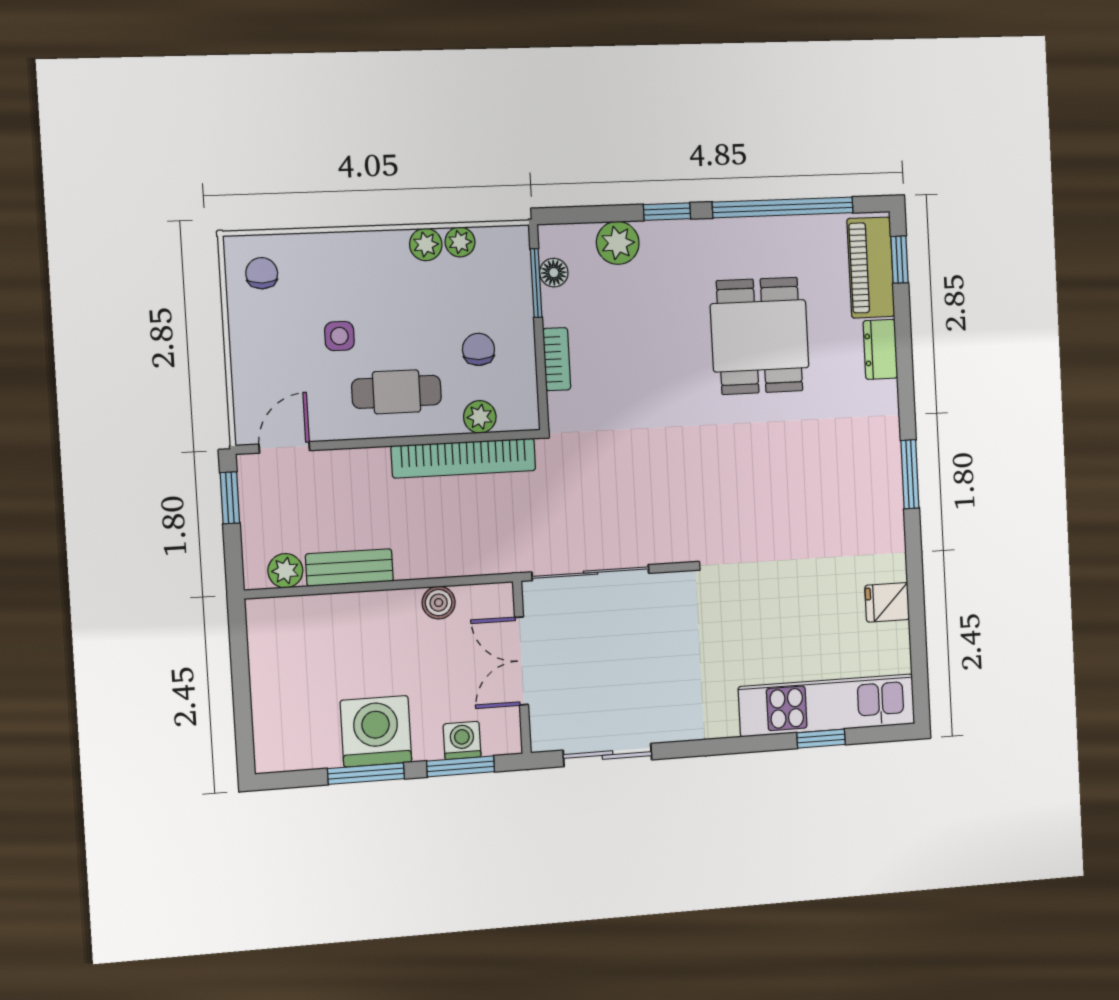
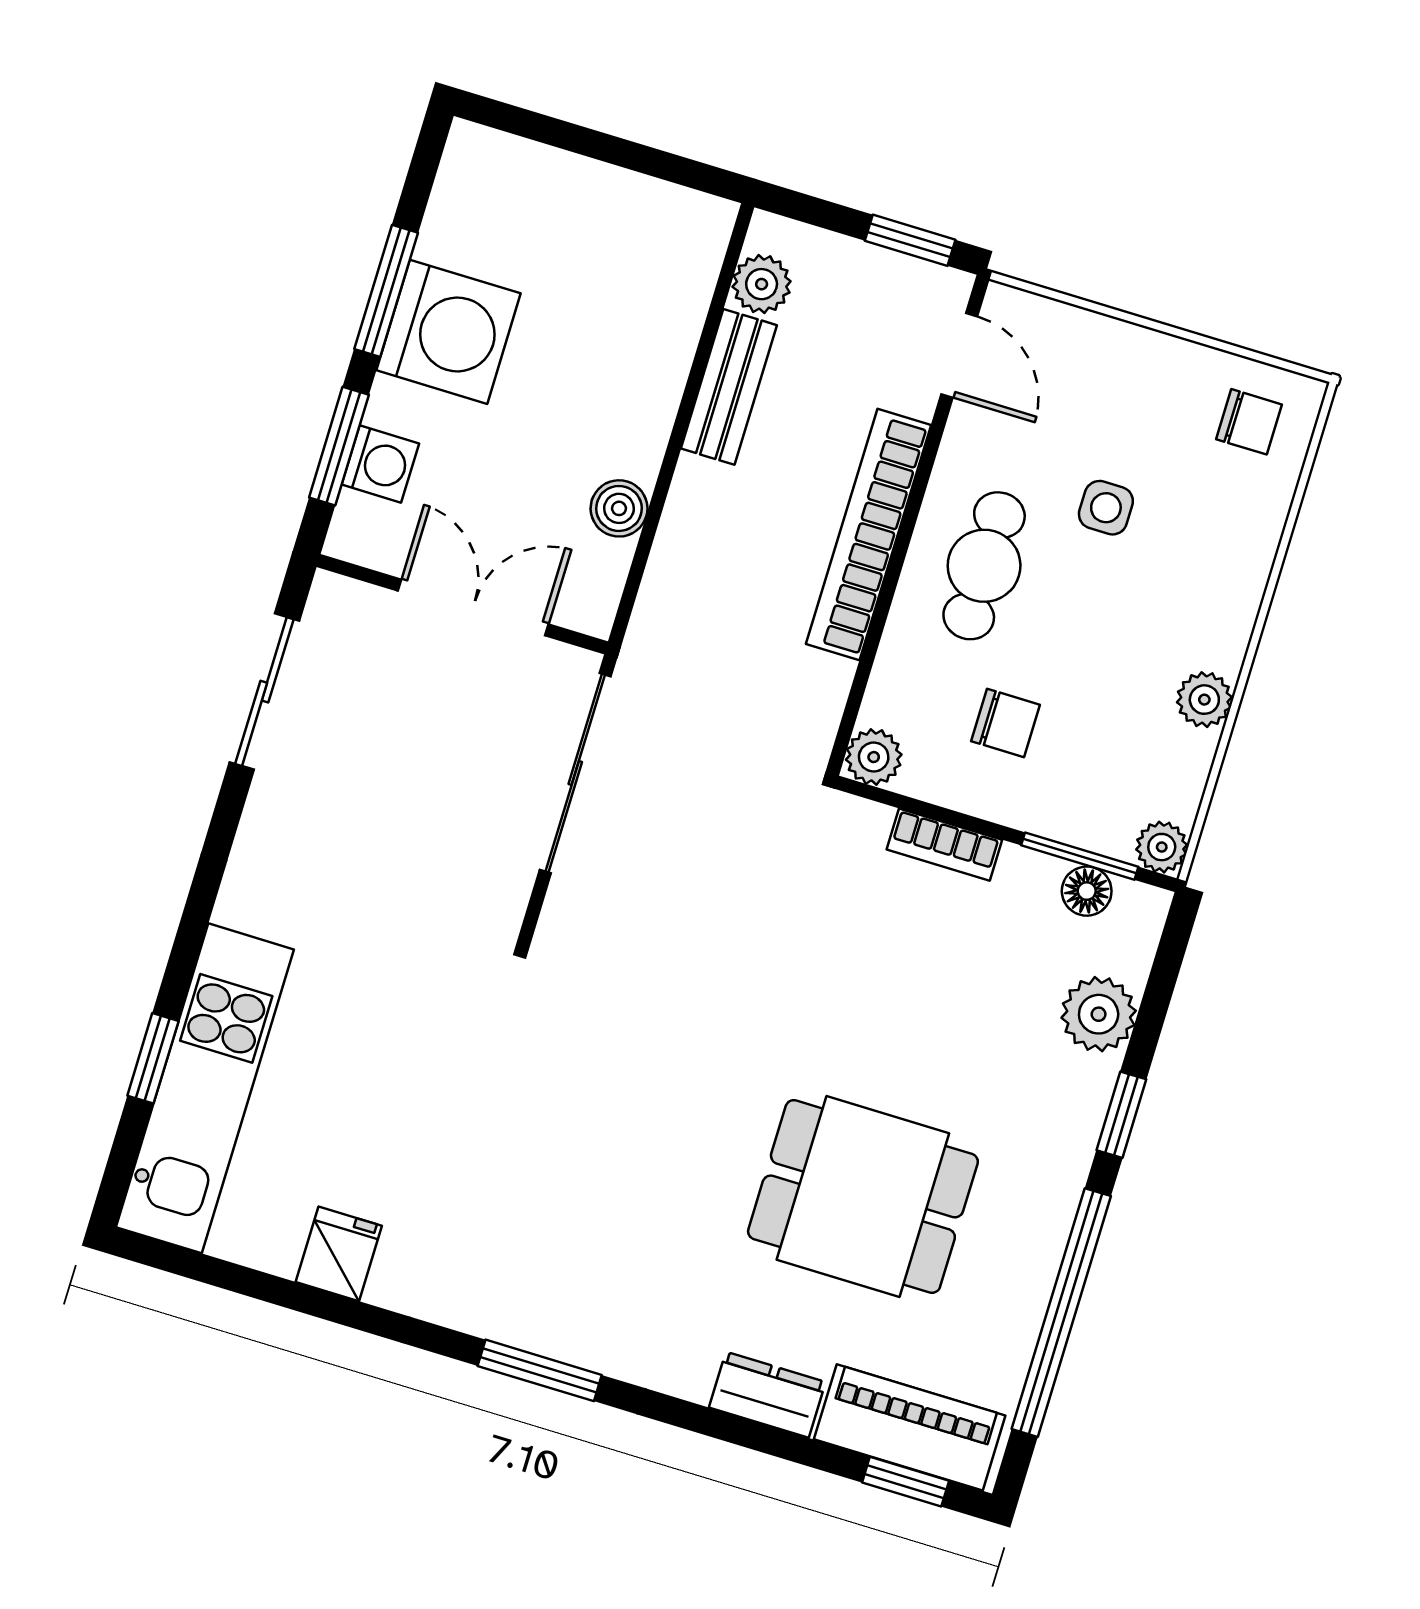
plant: (460, 242) -> (1162, 847), moved
plant: (480, 417) -> (874, 757), moved
bookcase: (464, 458) -> (869, 535), moved

